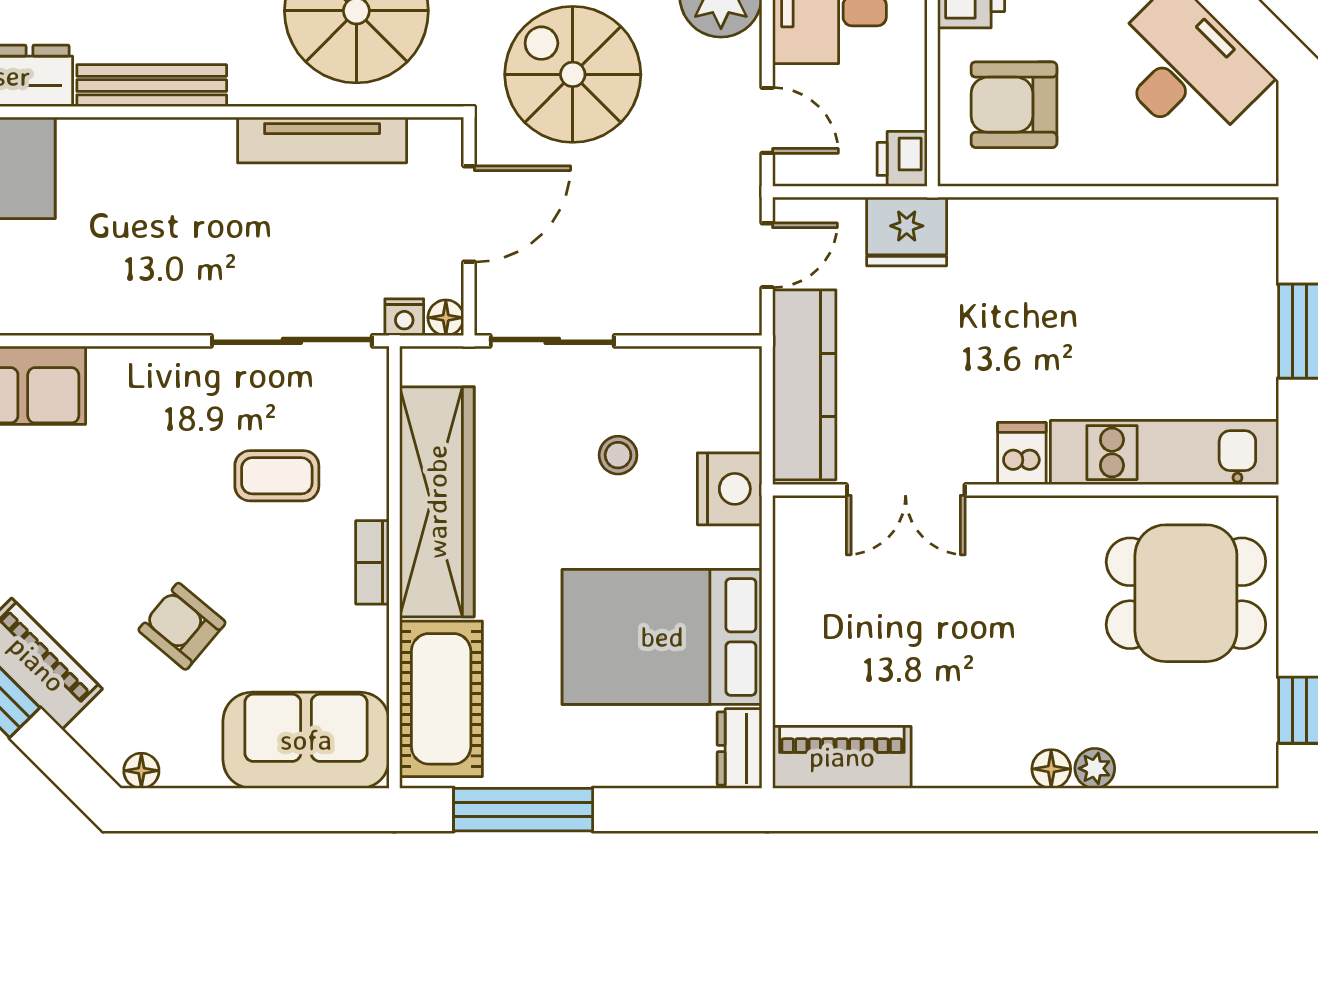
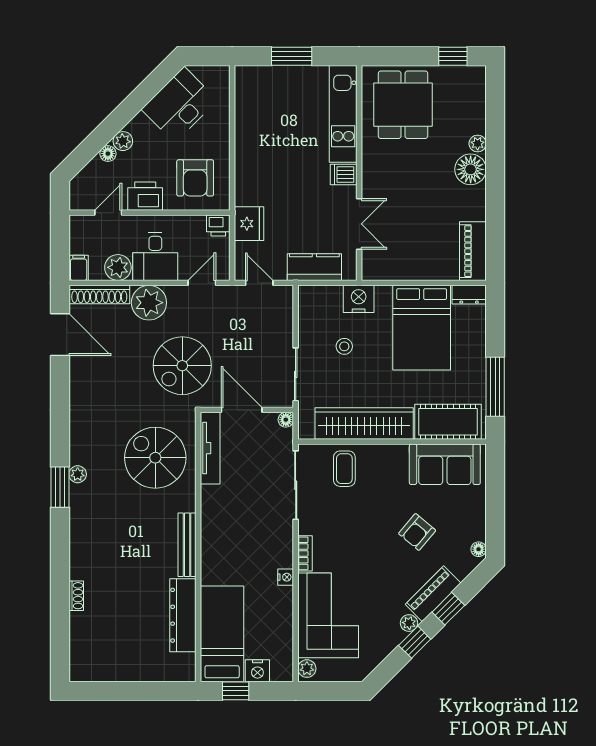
tv unit: (322, 140) -> (210, 448), moved
nightstand: (404, 317) -> (286, 577), moved
kitchen counter: (804, 385) -> (314, 267), width x0.67
coffee table: (277, 476) -> (344, 469), moved
bookcase: (372, 562) -> (305, 553), moved, turned -90
sofa: (306, 740) -> (445, 464), moved, turned -90
floor lamp: (1051, 769) -> (471, 169), width x1.89, depth x1.89

